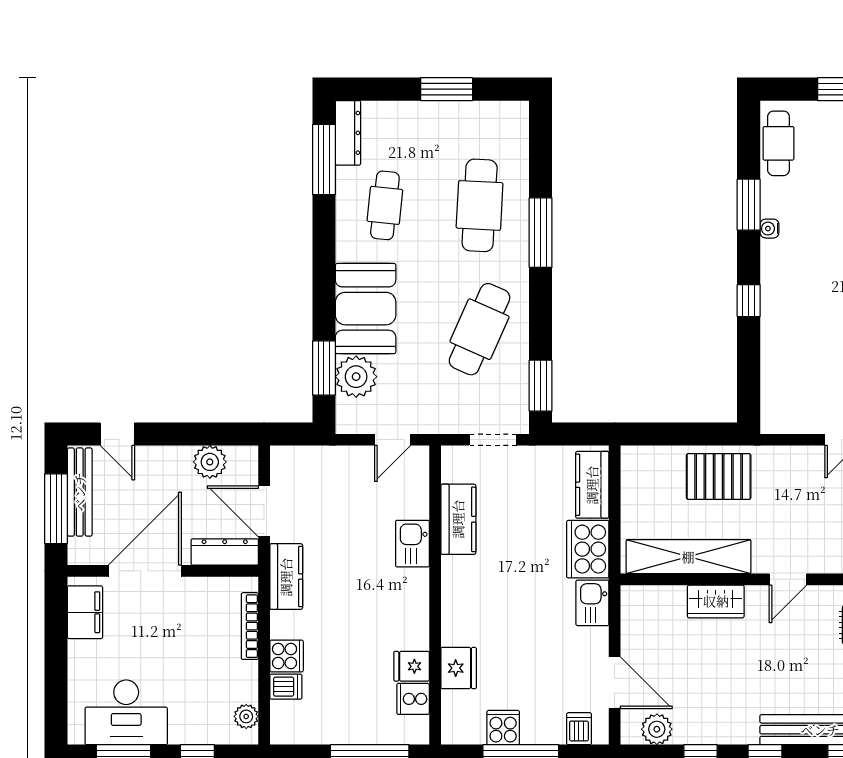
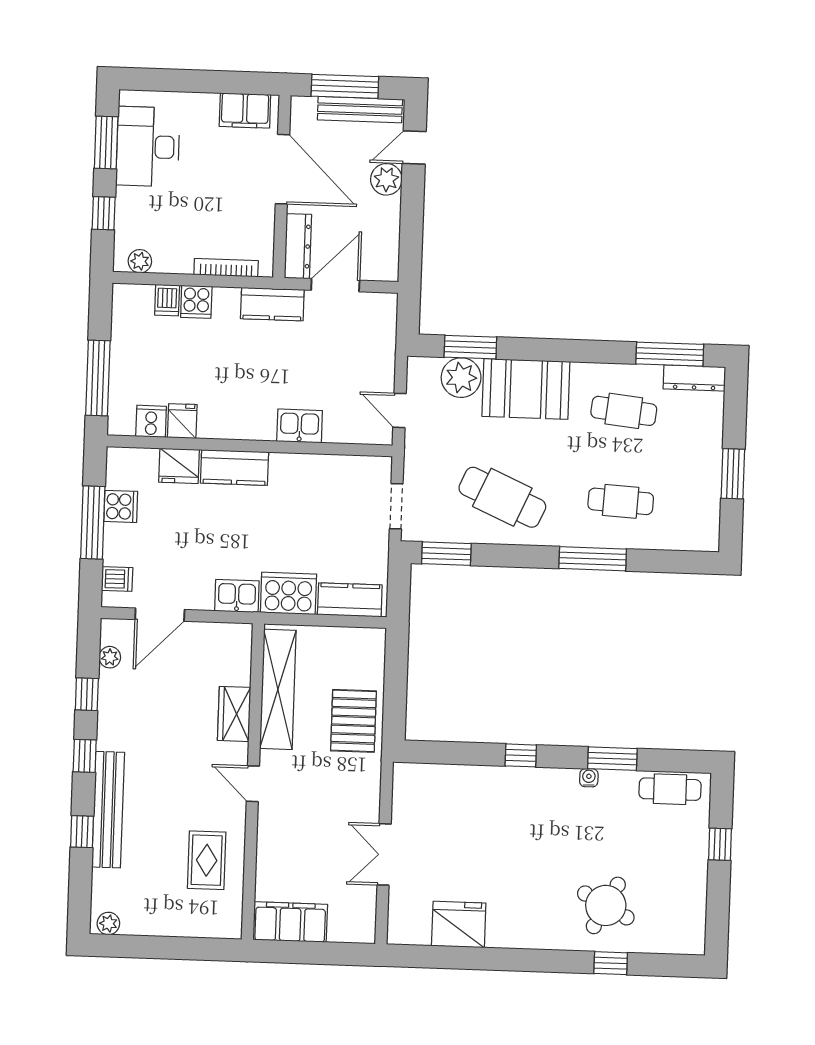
cafe table: (480, 205) -> (621, 501), width x0.73, depth x0.74
plant: (210, 462) -> (386, 179), moved
kitchen counter: (458, 519) -> (235, 468), moved
plant: (657, 729) -> (110, 657), width x0.73, depth x0.73

